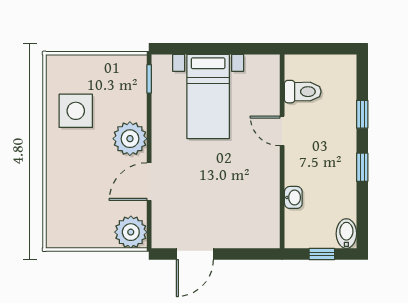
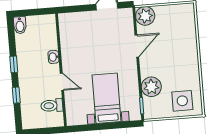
side table: (76, 111) -> (182, 101), moved
plant: (130, 139) -> (151, 87), moved
washbasin: (293, 197) -> (53, 57), moved
window: (322, 254) -> (33, 12), removed

